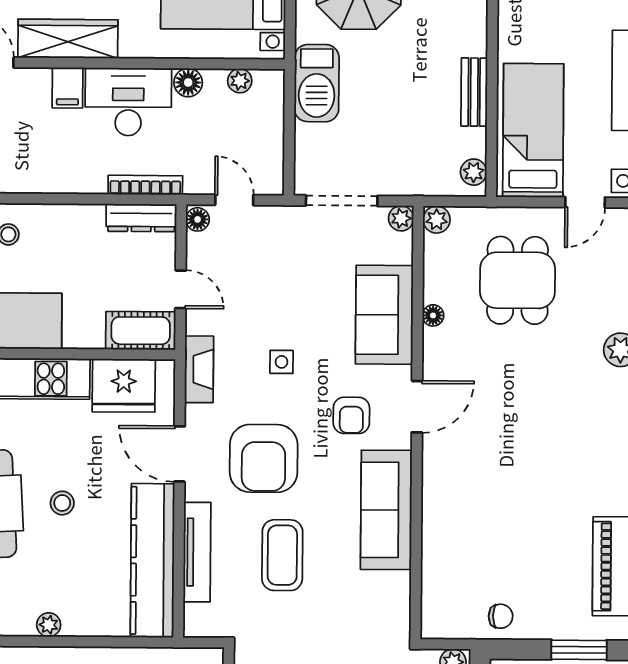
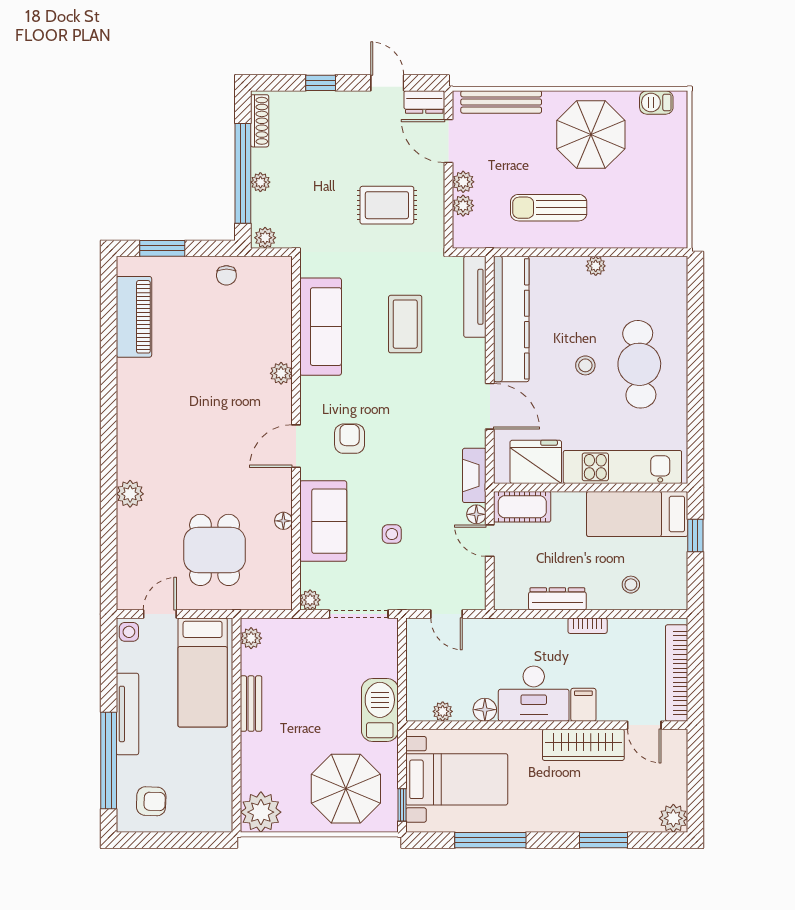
bookcase: (145, 185) -> (588, 626), moved, width x0.64
dresser: (141, 218) -> (557, 599), moved
floor lamp: (198, 219) -> (476, 514), moved
plant: (437, 220) -> (281, 373), moved
side table: (282, 362) -> (392, 534), moved
armchair: (264, 458) -> (421, 403), removed
sofa: (386, 510) -> (321, 327), moved
tv unit: (197, 552) -> (475, 297), moved
chair: (501, 616) -> (226, 275), turned -90

